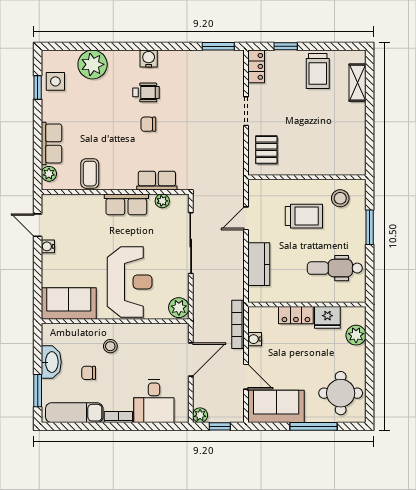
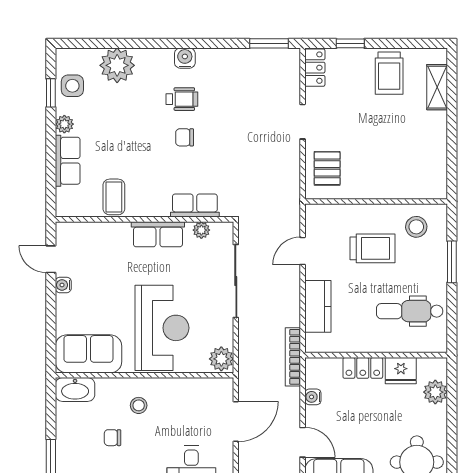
plant: (49, 174) -> (64, 124), moved
bookcase: (238, 324) -> (293, 357), moved
washbasin: (51, 362) -> (75, 390), moved, turned 90

